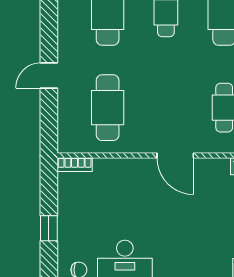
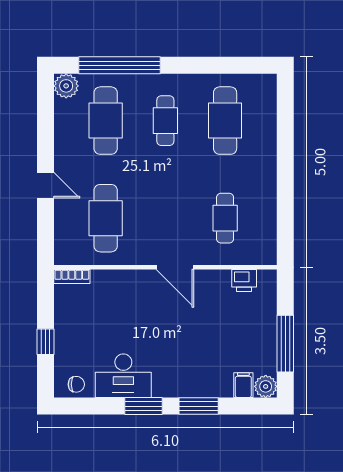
door: (49, 76) -> (45, 185), swing flipped

